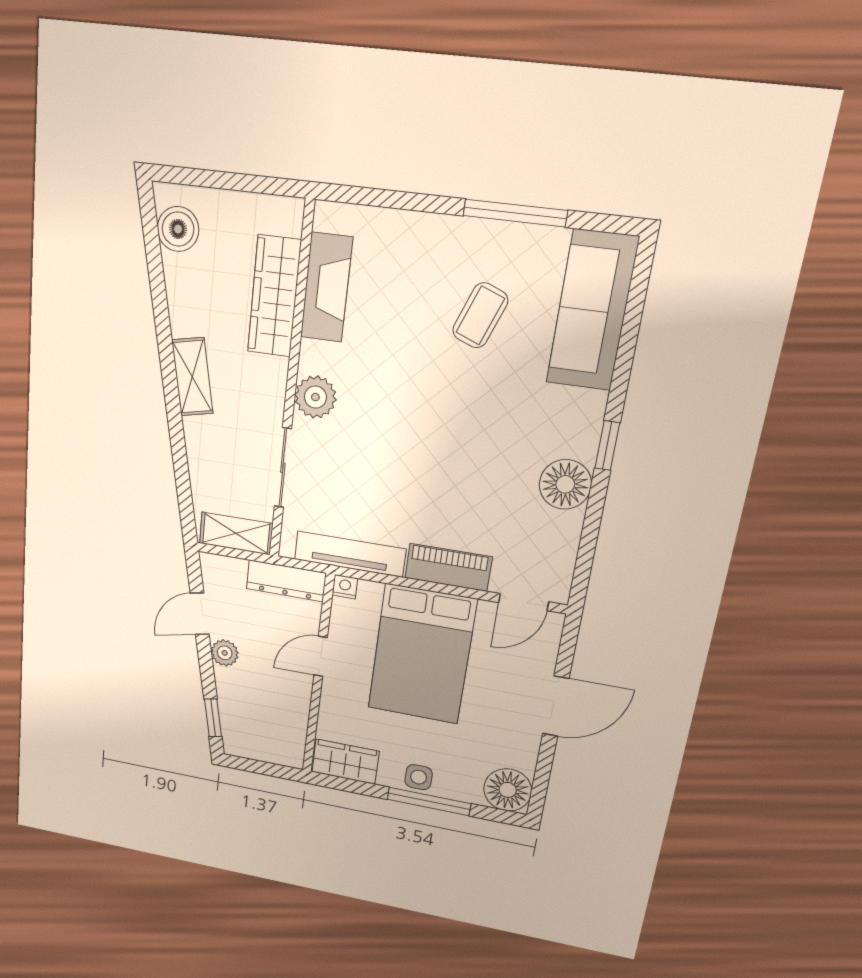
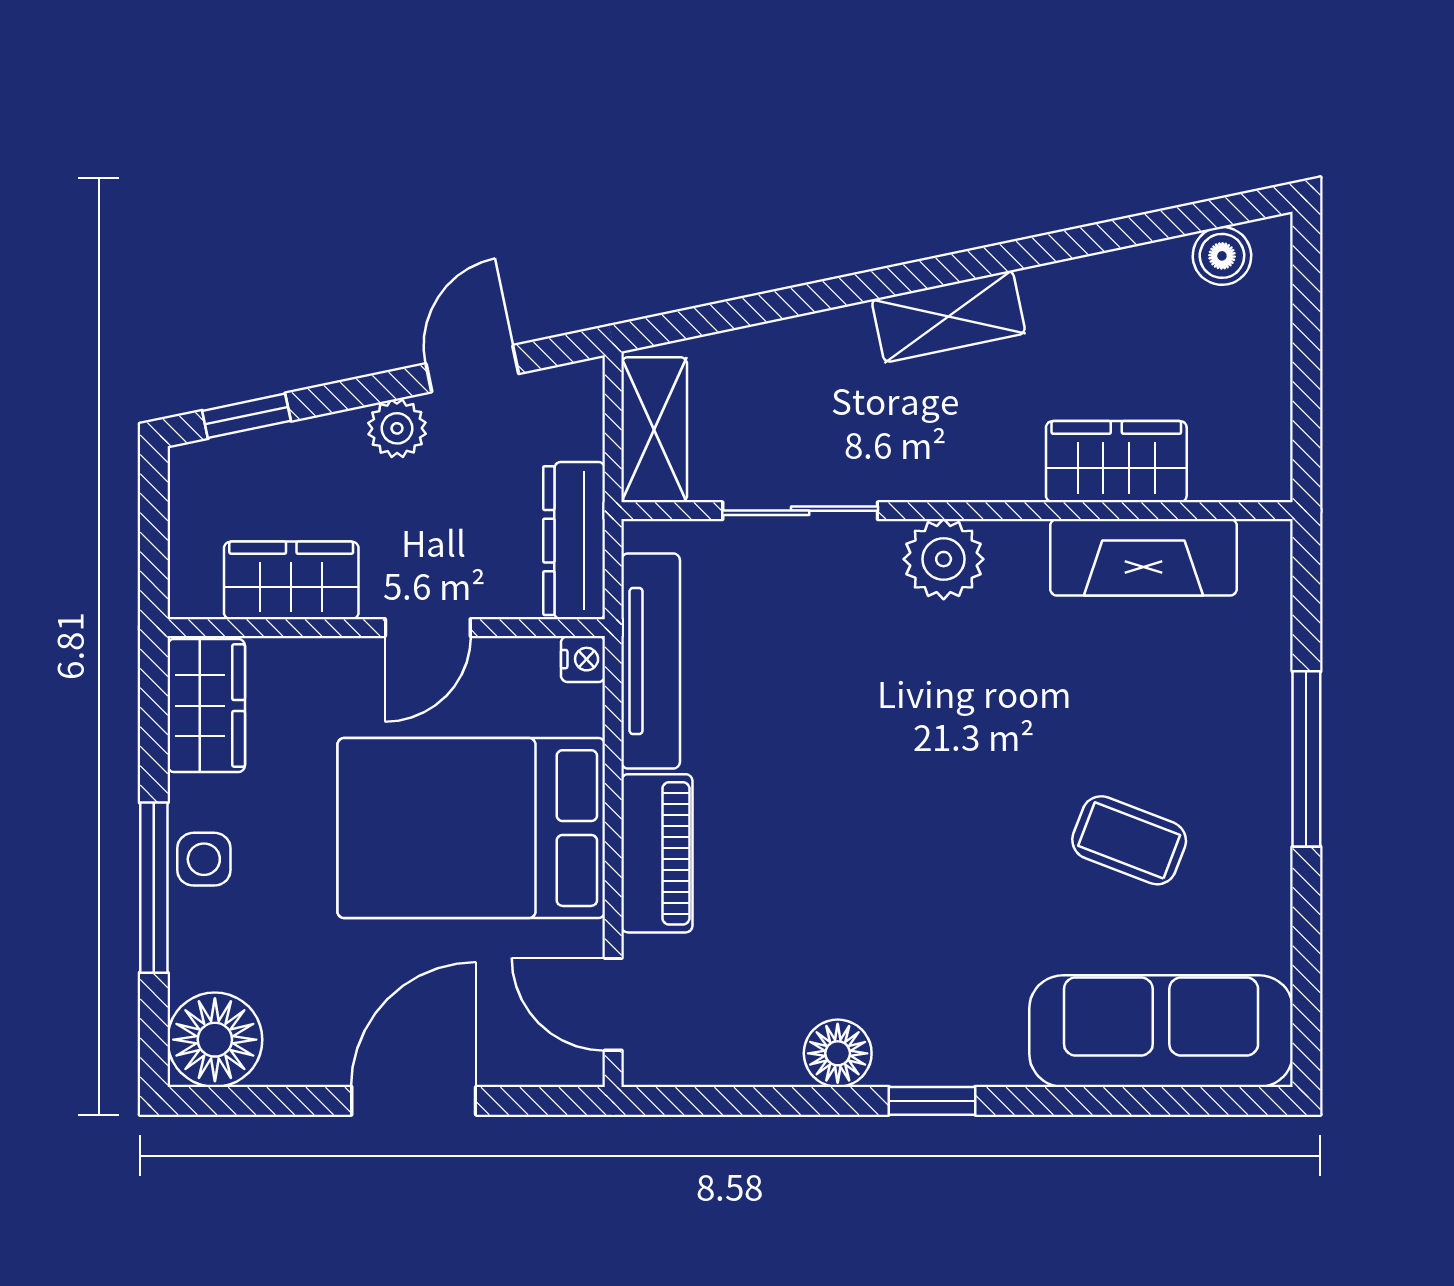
window: (515, 213) -> (1306, 759), moved
boiler: (178, 229) -> (1222, 256), width x0.73, depth x0.73
wardrobe: (274, 296) -> (1116, 462), width x0.67
floor lamp: (565, 484) -> (838, 1053), width x0.73, depth x0.73
door: (200, 614) -> (472, 369), hinge flipped
door: (321, 656) -> (428, 628), swing flipped
door: (556, 706) -> (414, 1101), swing flipped
wardrobe: (291, 713) -> (291, 580), added

